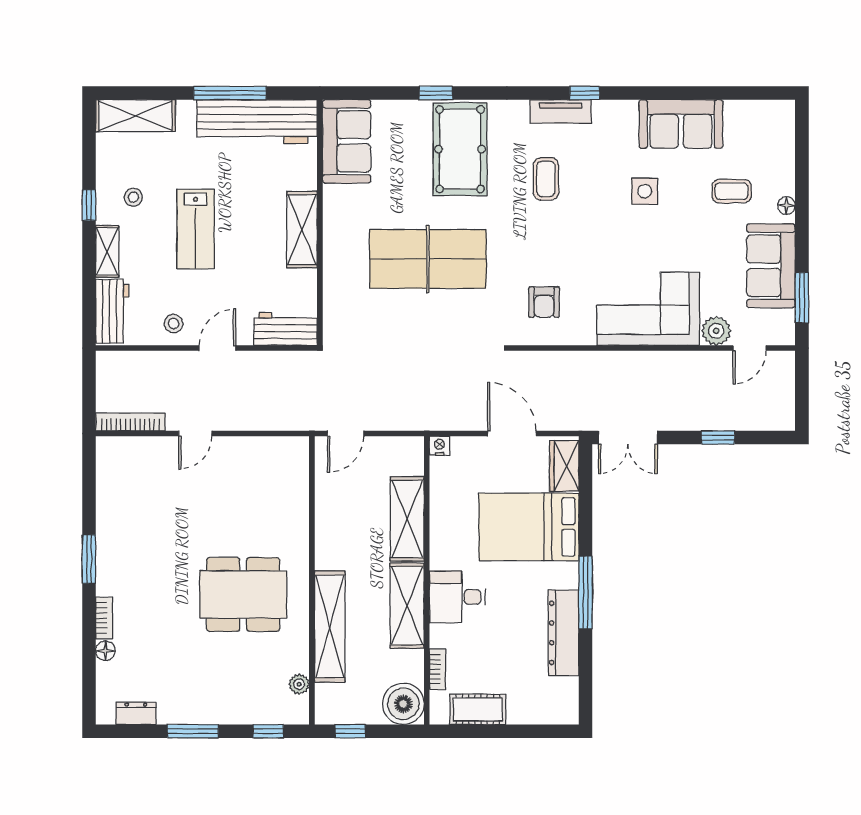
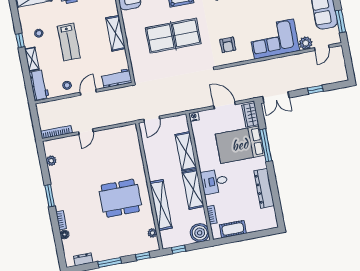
plant: (107, 483) -> (51, 161), added
window: (586, 592) -> (266, 145), moved

